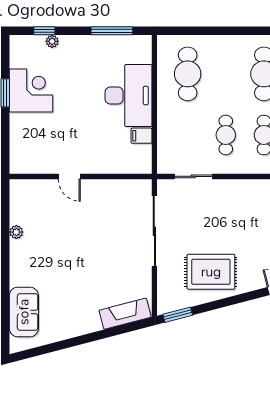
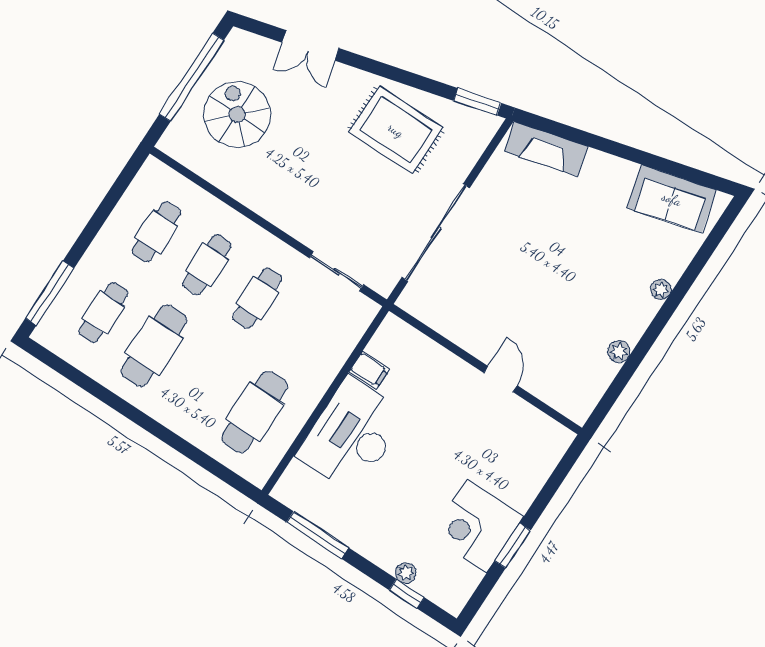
plant: (16, 279) -> (661, 290), added
sofa: (24, 312) -> (672, 199), moved, turned -105

